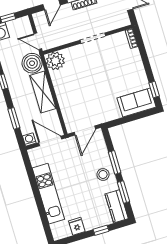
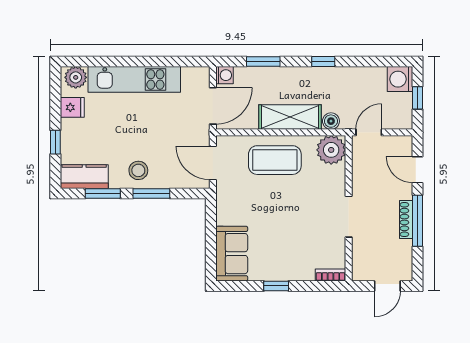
boiler: (32, 63) -> (331, 121), width x0.54, depth x0.54
window: (154, 90) -> (276, 286), moved
coffee table: (72, 93) -> (275, 160), added
plant: (58, 230) -> (76, 77), added

